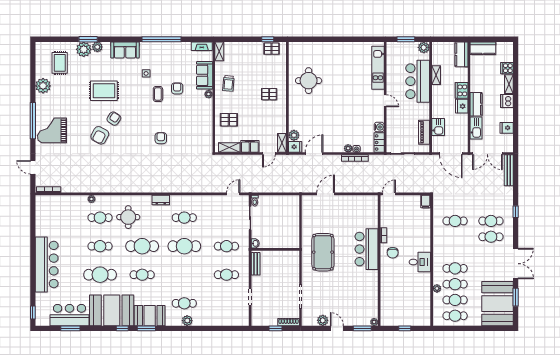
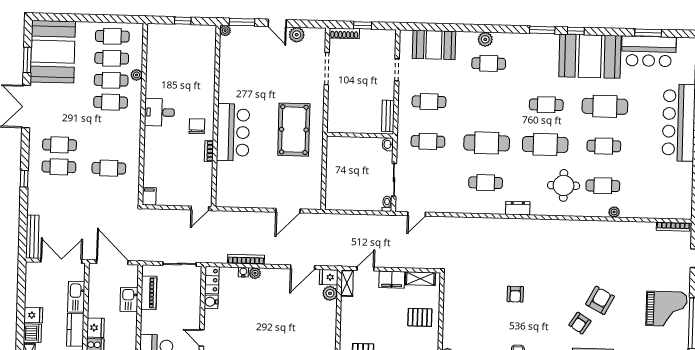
fridge: (507, 128) -> (33, 315), moved
booth: (150, 316) -> (434, 45), moved

